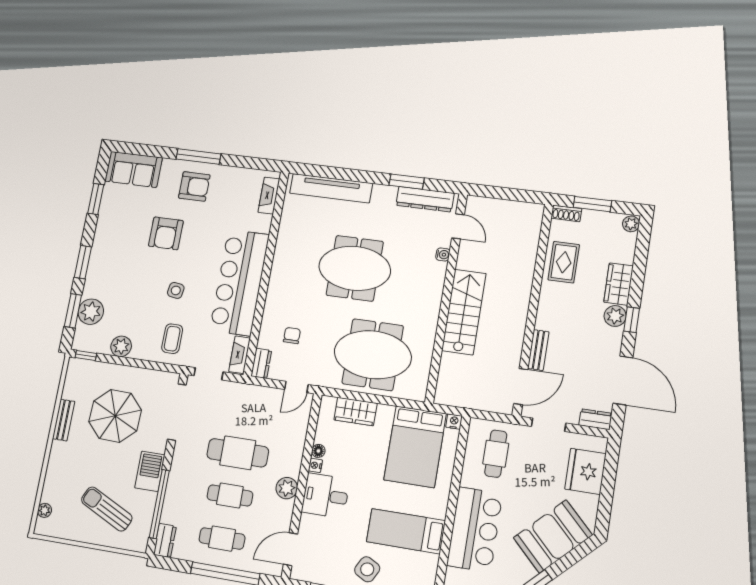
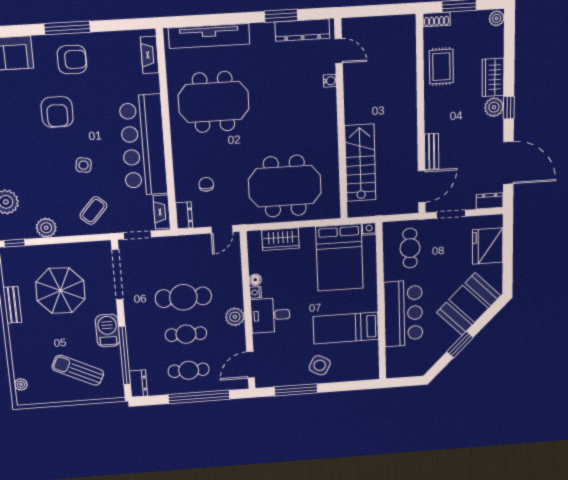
meeting table: (355, 268) -> (214, 102), moved
stairs: (464, 312) -> (360, 163), moved
coffee table: (172, 339) -> (93, 211), turned 42

